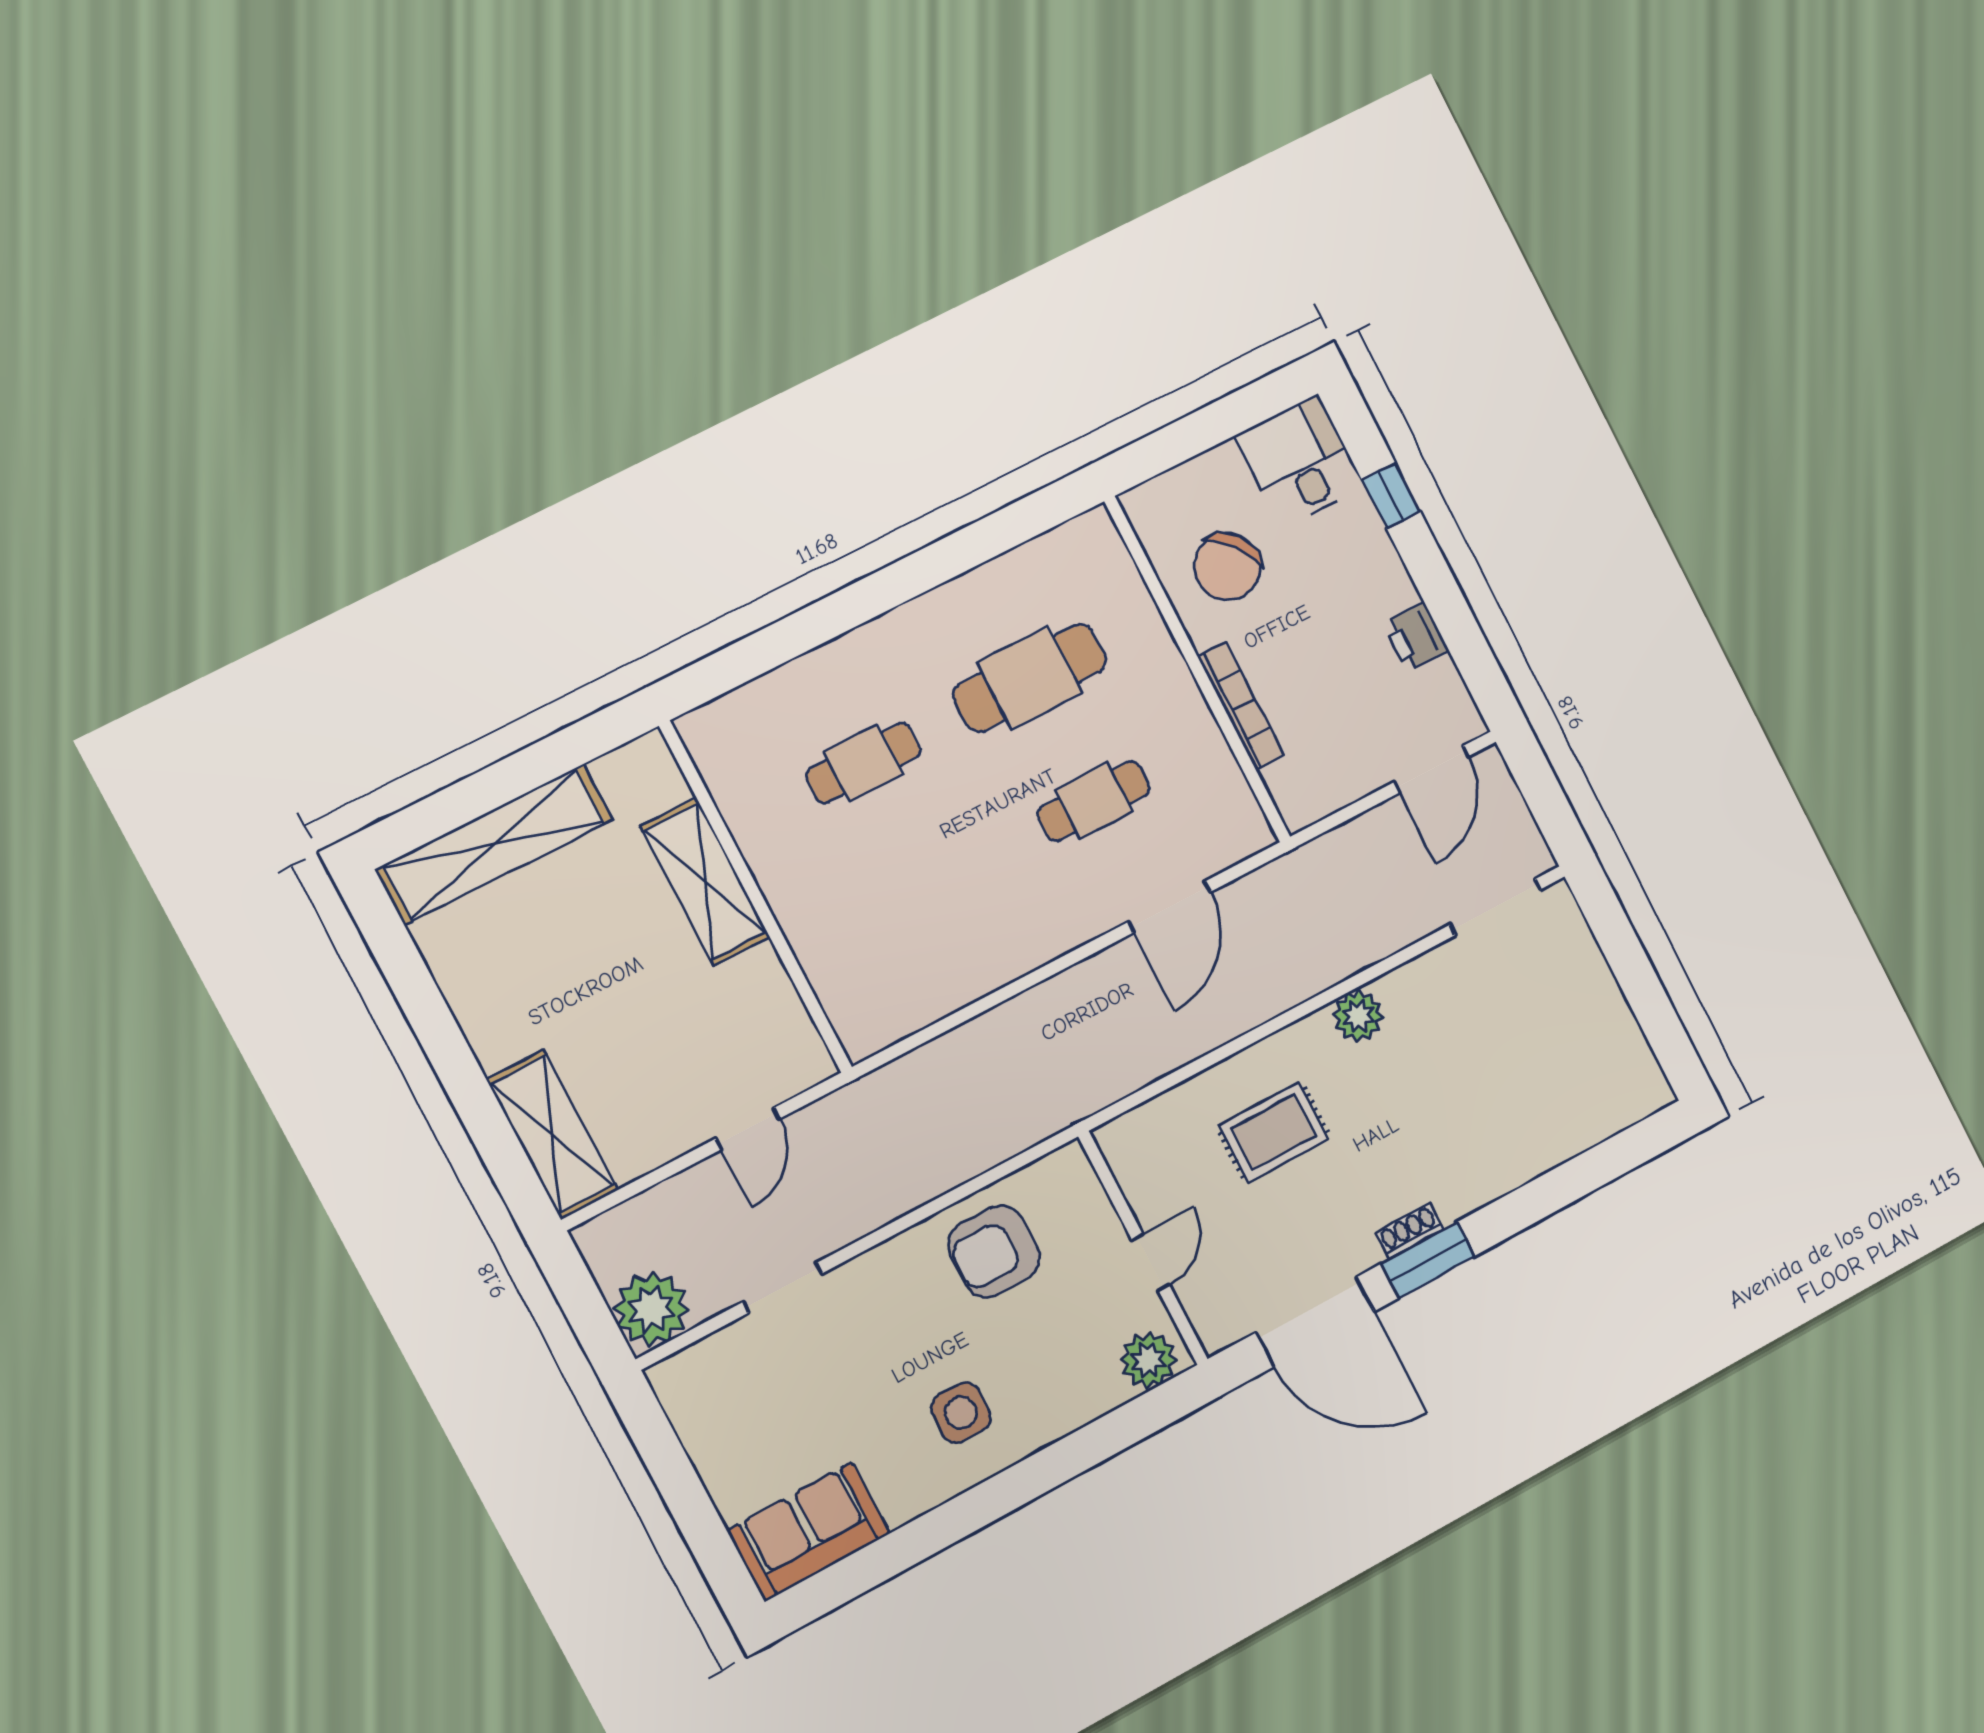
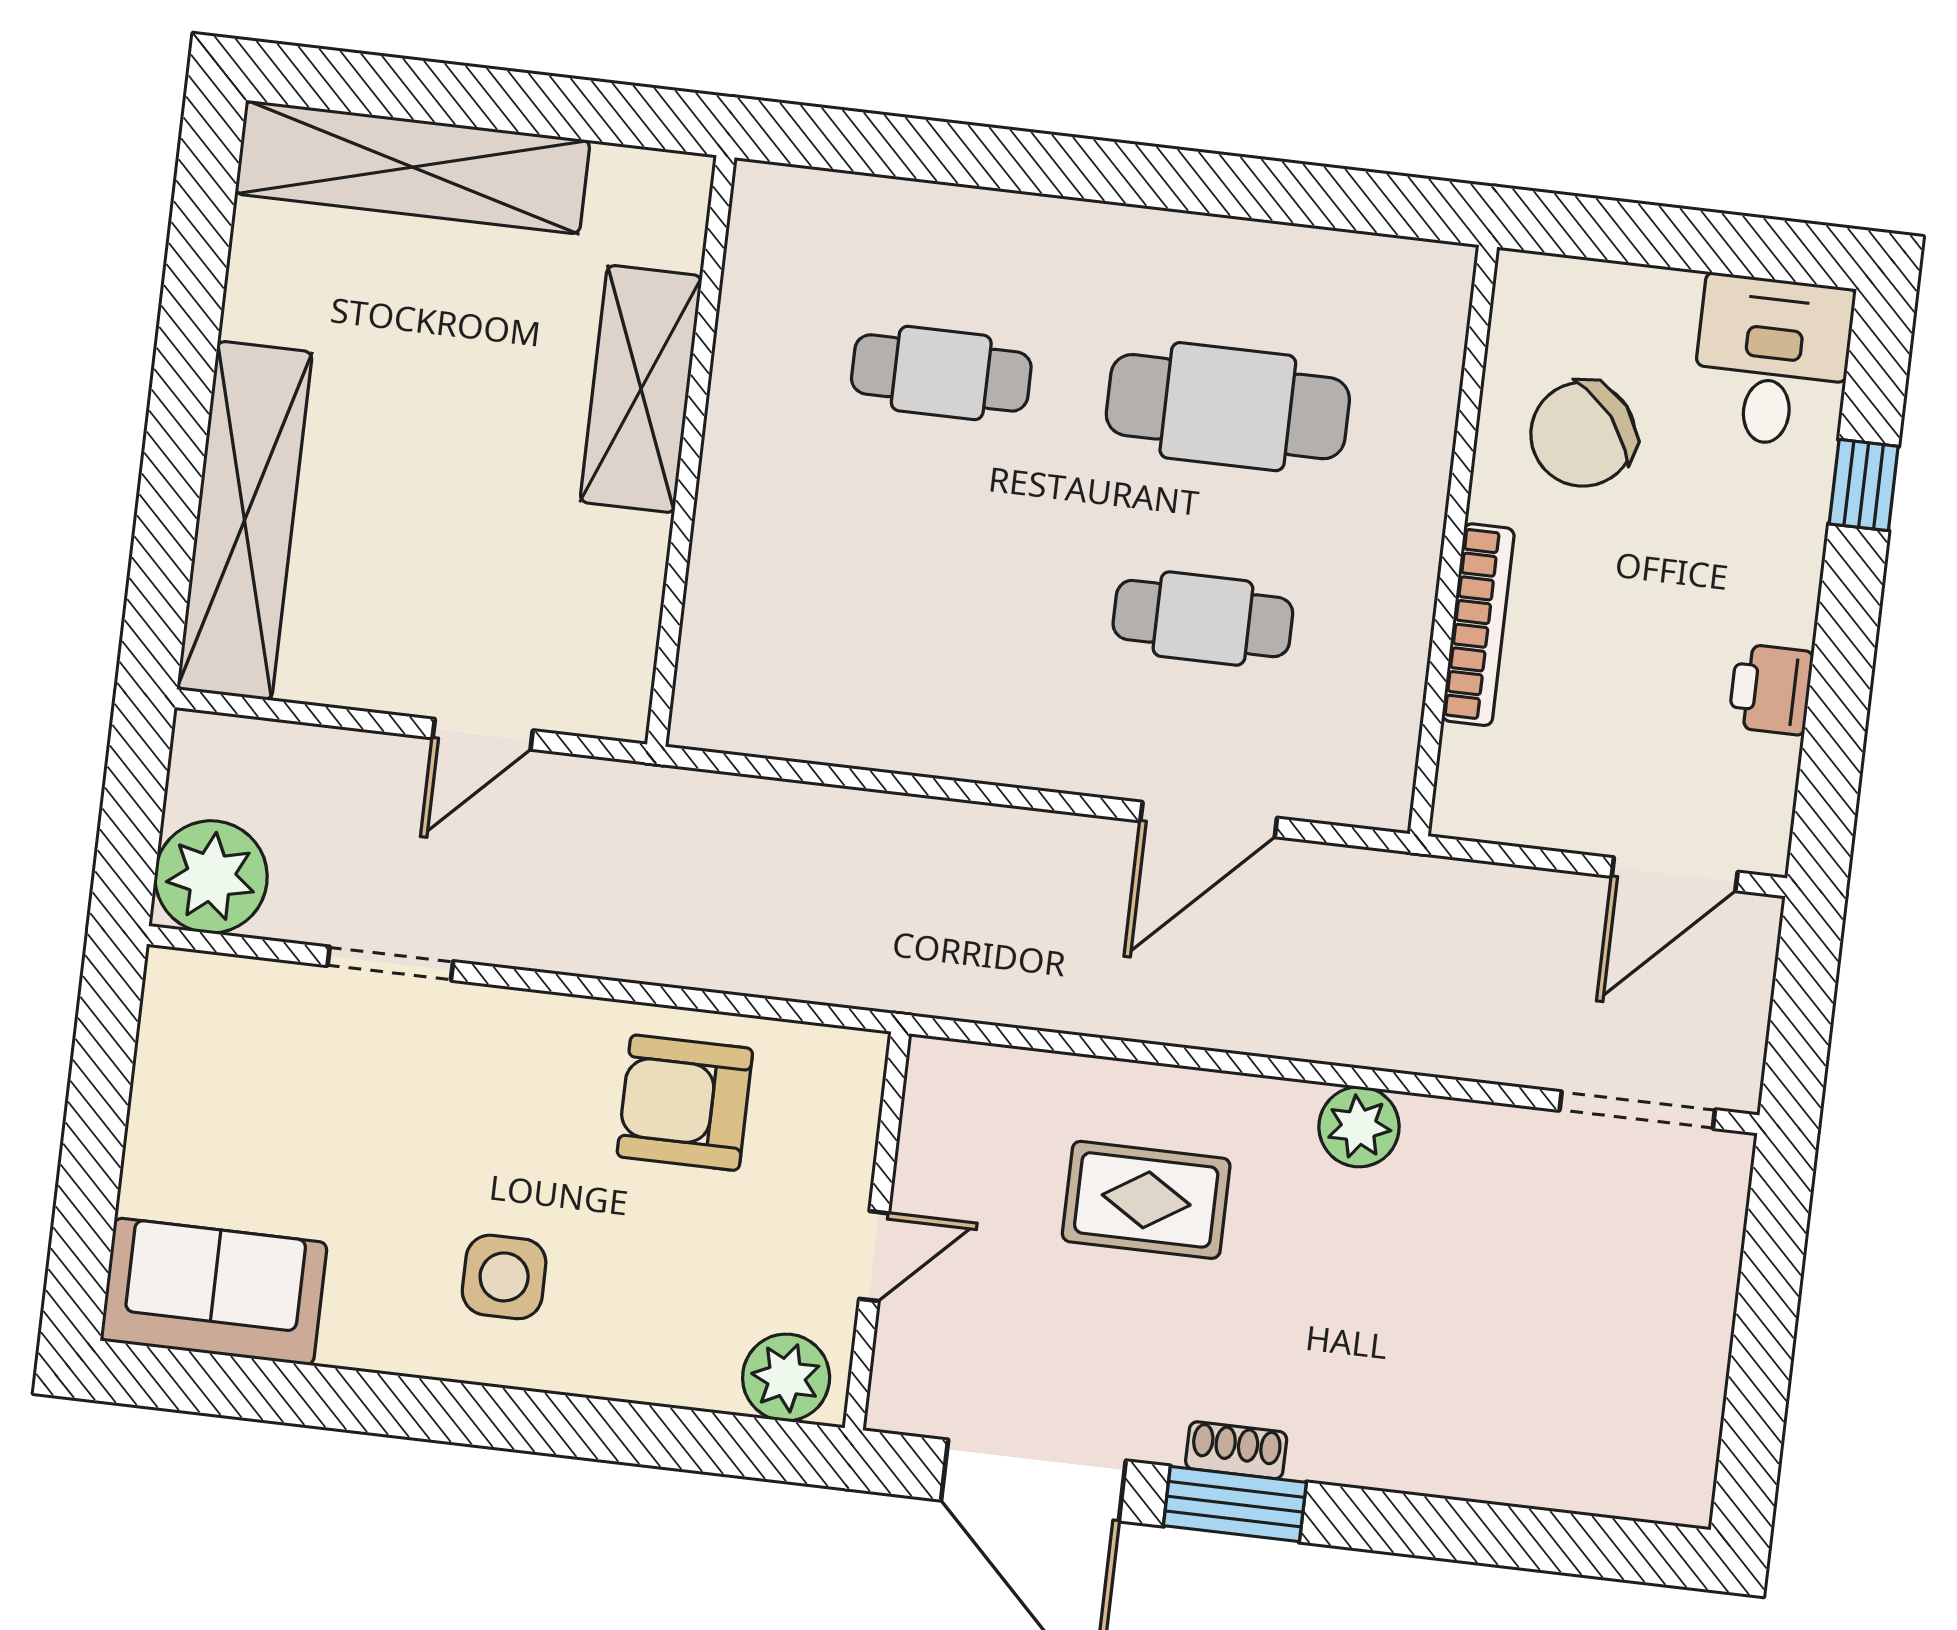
shelving: (552, 1135) -> (244, 521), width x1.47

